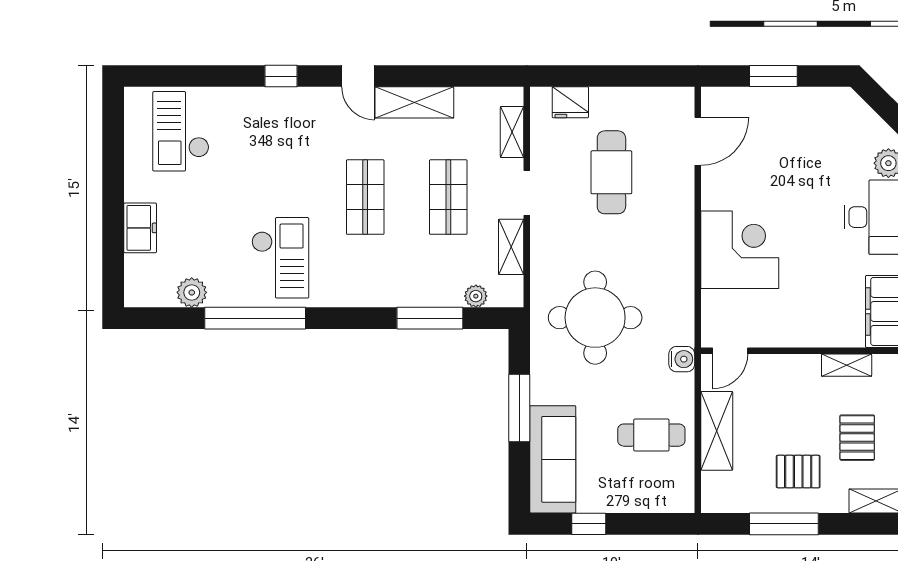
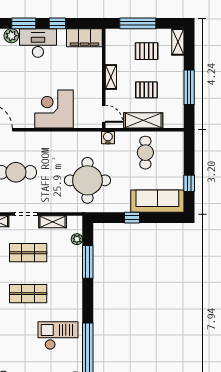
shelving: (847, 365) -> (111, 77), moved
window: (519, 408) -> (132, 218), width x0.46
pallet: (798, 472) -> (146, 90), moved, turned 90

